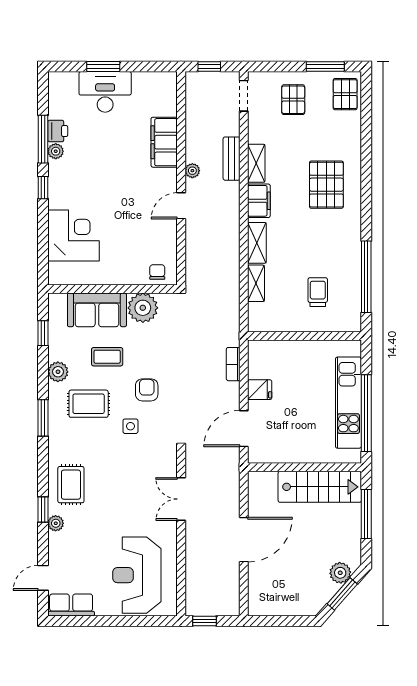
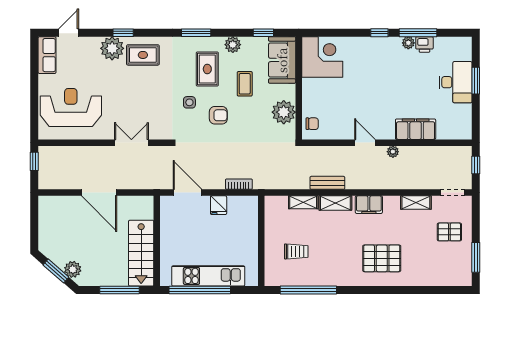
pallet: (345, 94) -> (454, 273), removed
bench: (232, 159) -> (327, 183), moved
shelving: (256, 163) -> (416, 203), moved
corner desk: (73, 236) -> (322, 57), moved, turned -90
sofa: (97, 310) -> (282, 60), moved
plant: (56, 523) -> (112, 48), width x1.88, depth x1.88
door: (43, 578) -> (69, 33), hinge flipped

